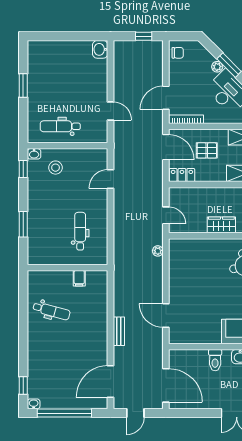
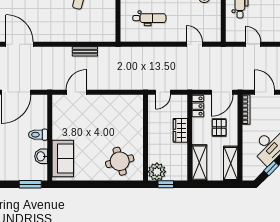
door: (111, 111) -> (253, 44), swing flipped
wardrobe: (221, 225) -> (180, 130), moved, turned 180
plant: (158, 251) -> (132, 85), removed
filing cabinet: (79, 278) -> (109, 17), removed
bench: (119, 331) -> (85, 51), moved

